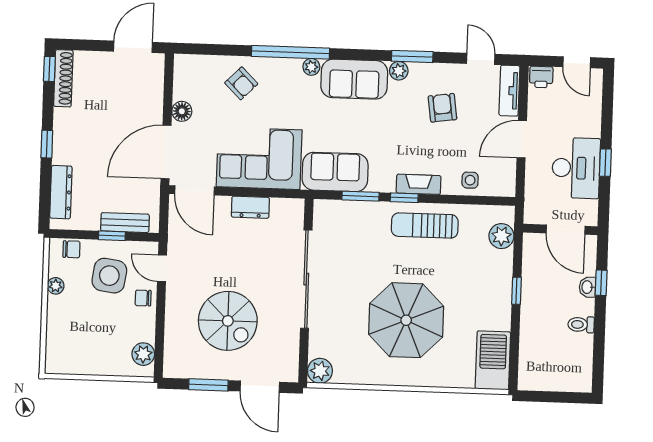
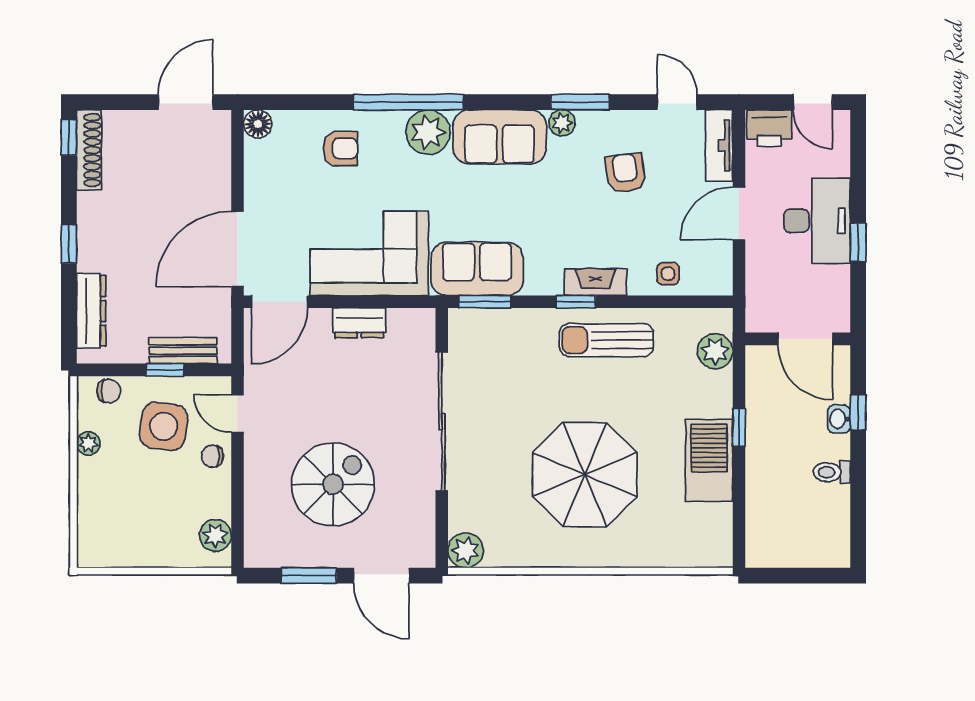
plant: (311, 67) -> (428, 132), width x1.88, depth x1.88
printer: (541, 77) -> (769, 128), width x1.36, depth x1.24
armchair: (241, 83) -> (340, 148), turned -45
floor lamp: (182, 111) -> (258, 124), moved
desk: (576, 168) -> (817, 221), moved
door: (194, 190) -> (280, 302), hinge flipped
window: (361, 196) -> (485, 302), moved
spiral stairs: (228, 321) -> (333, 484), turned -90
barbecue: (493, 360) -> (709, 460), moved

